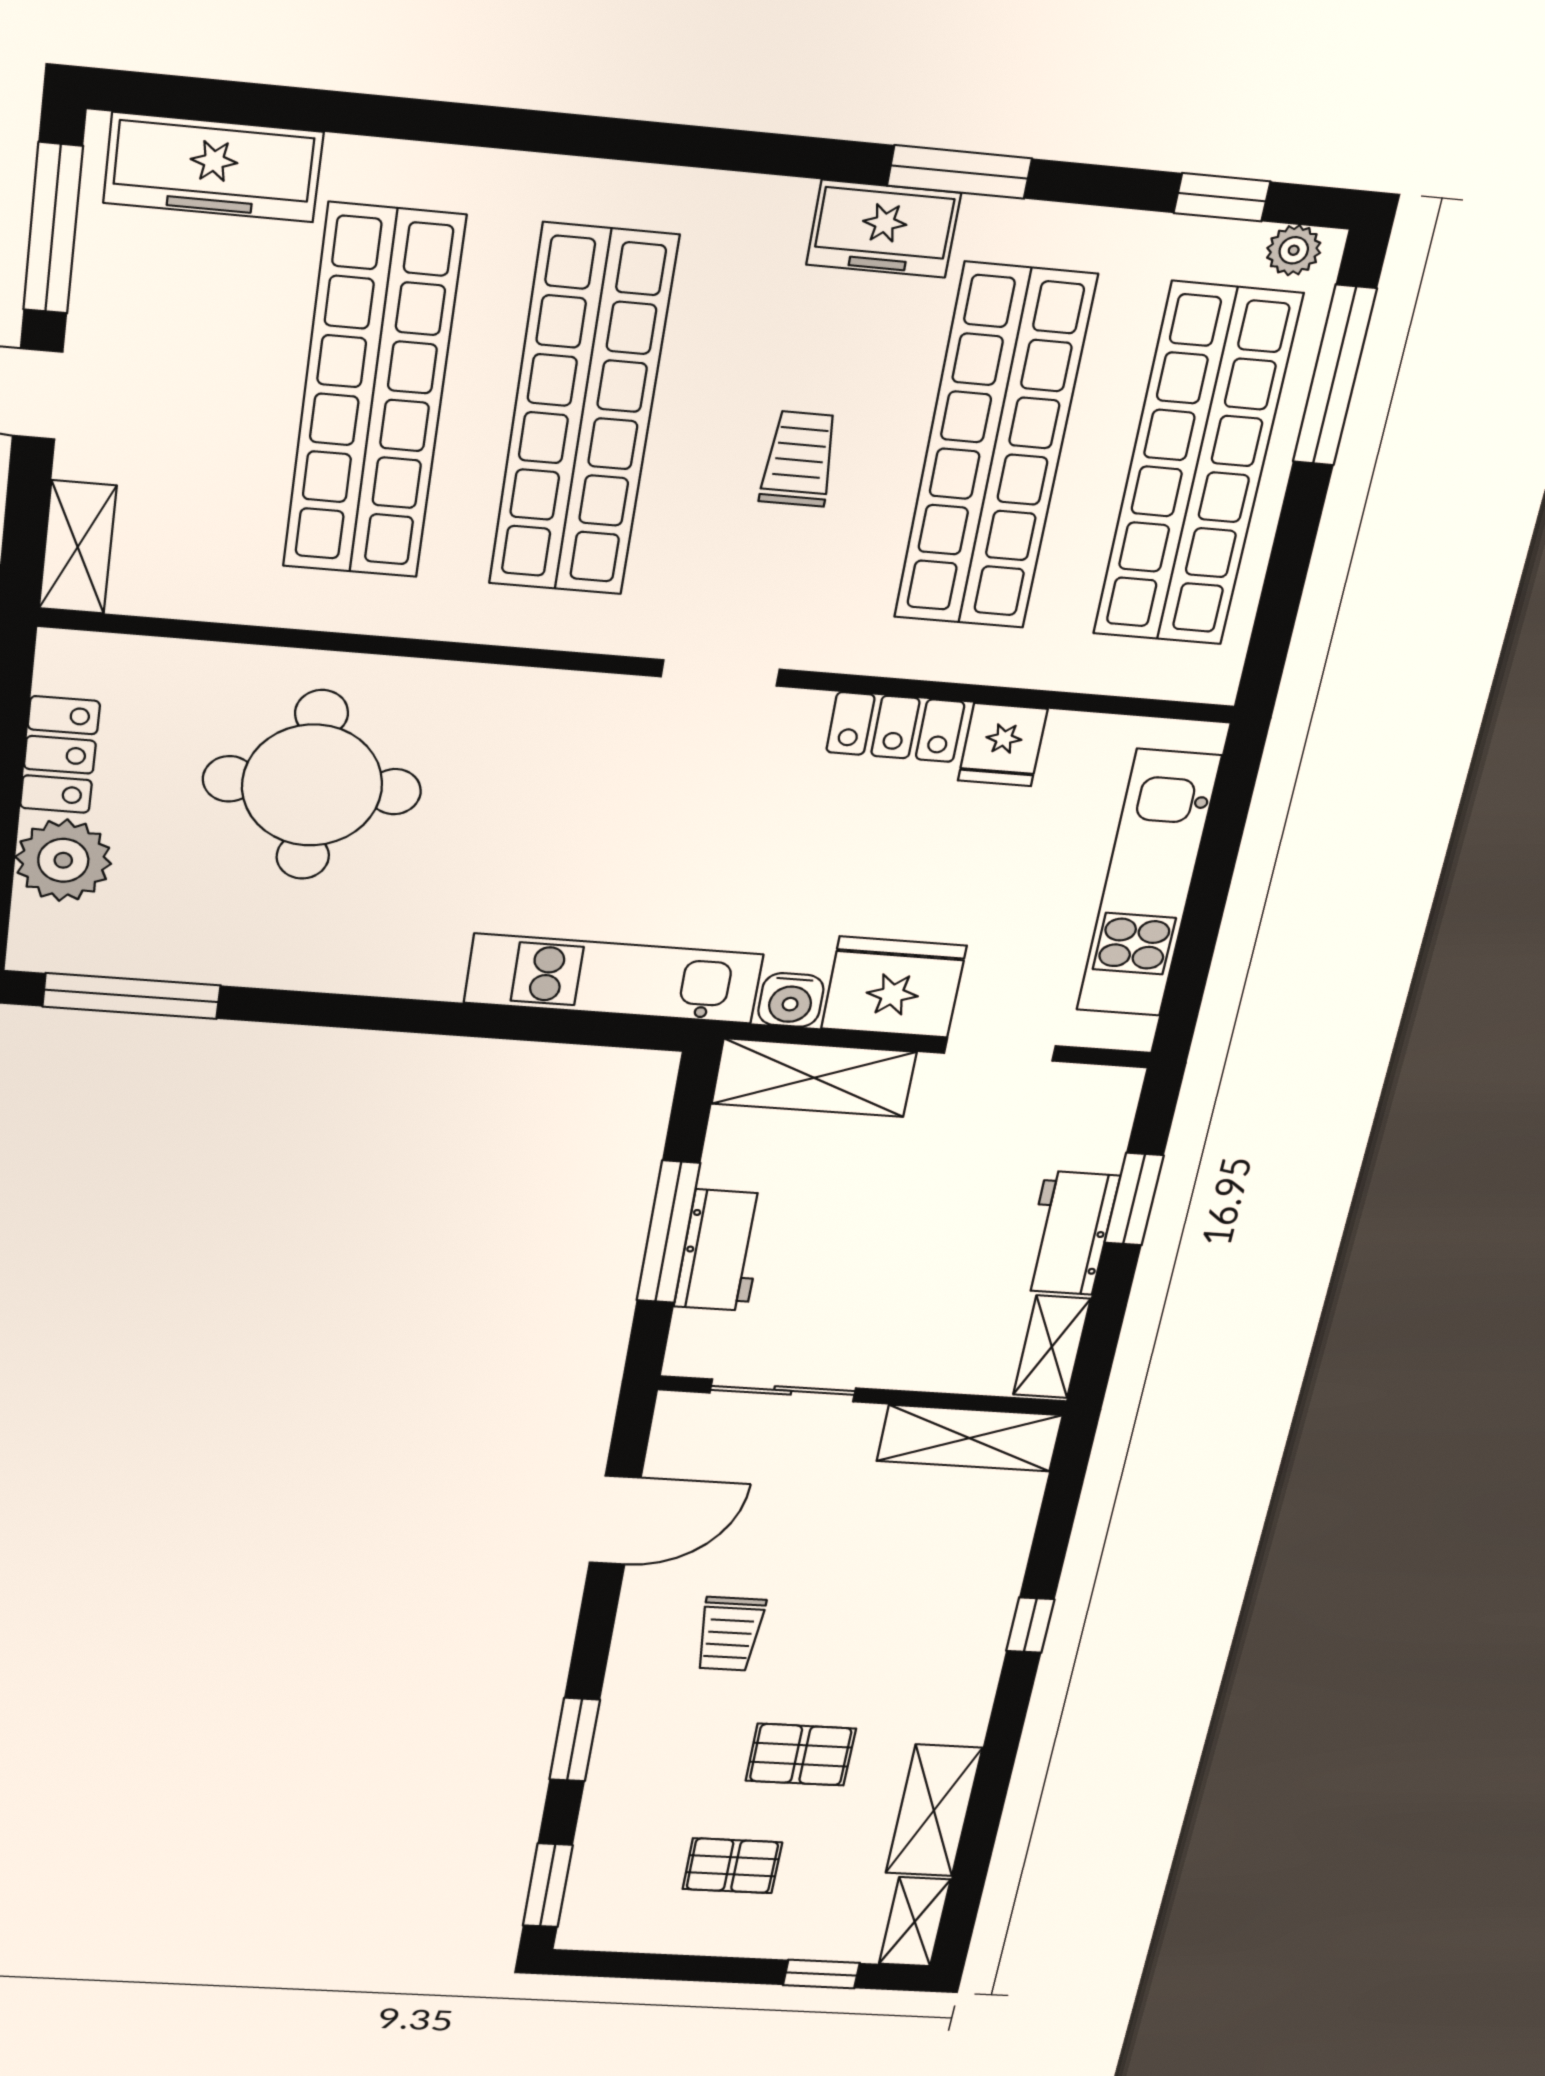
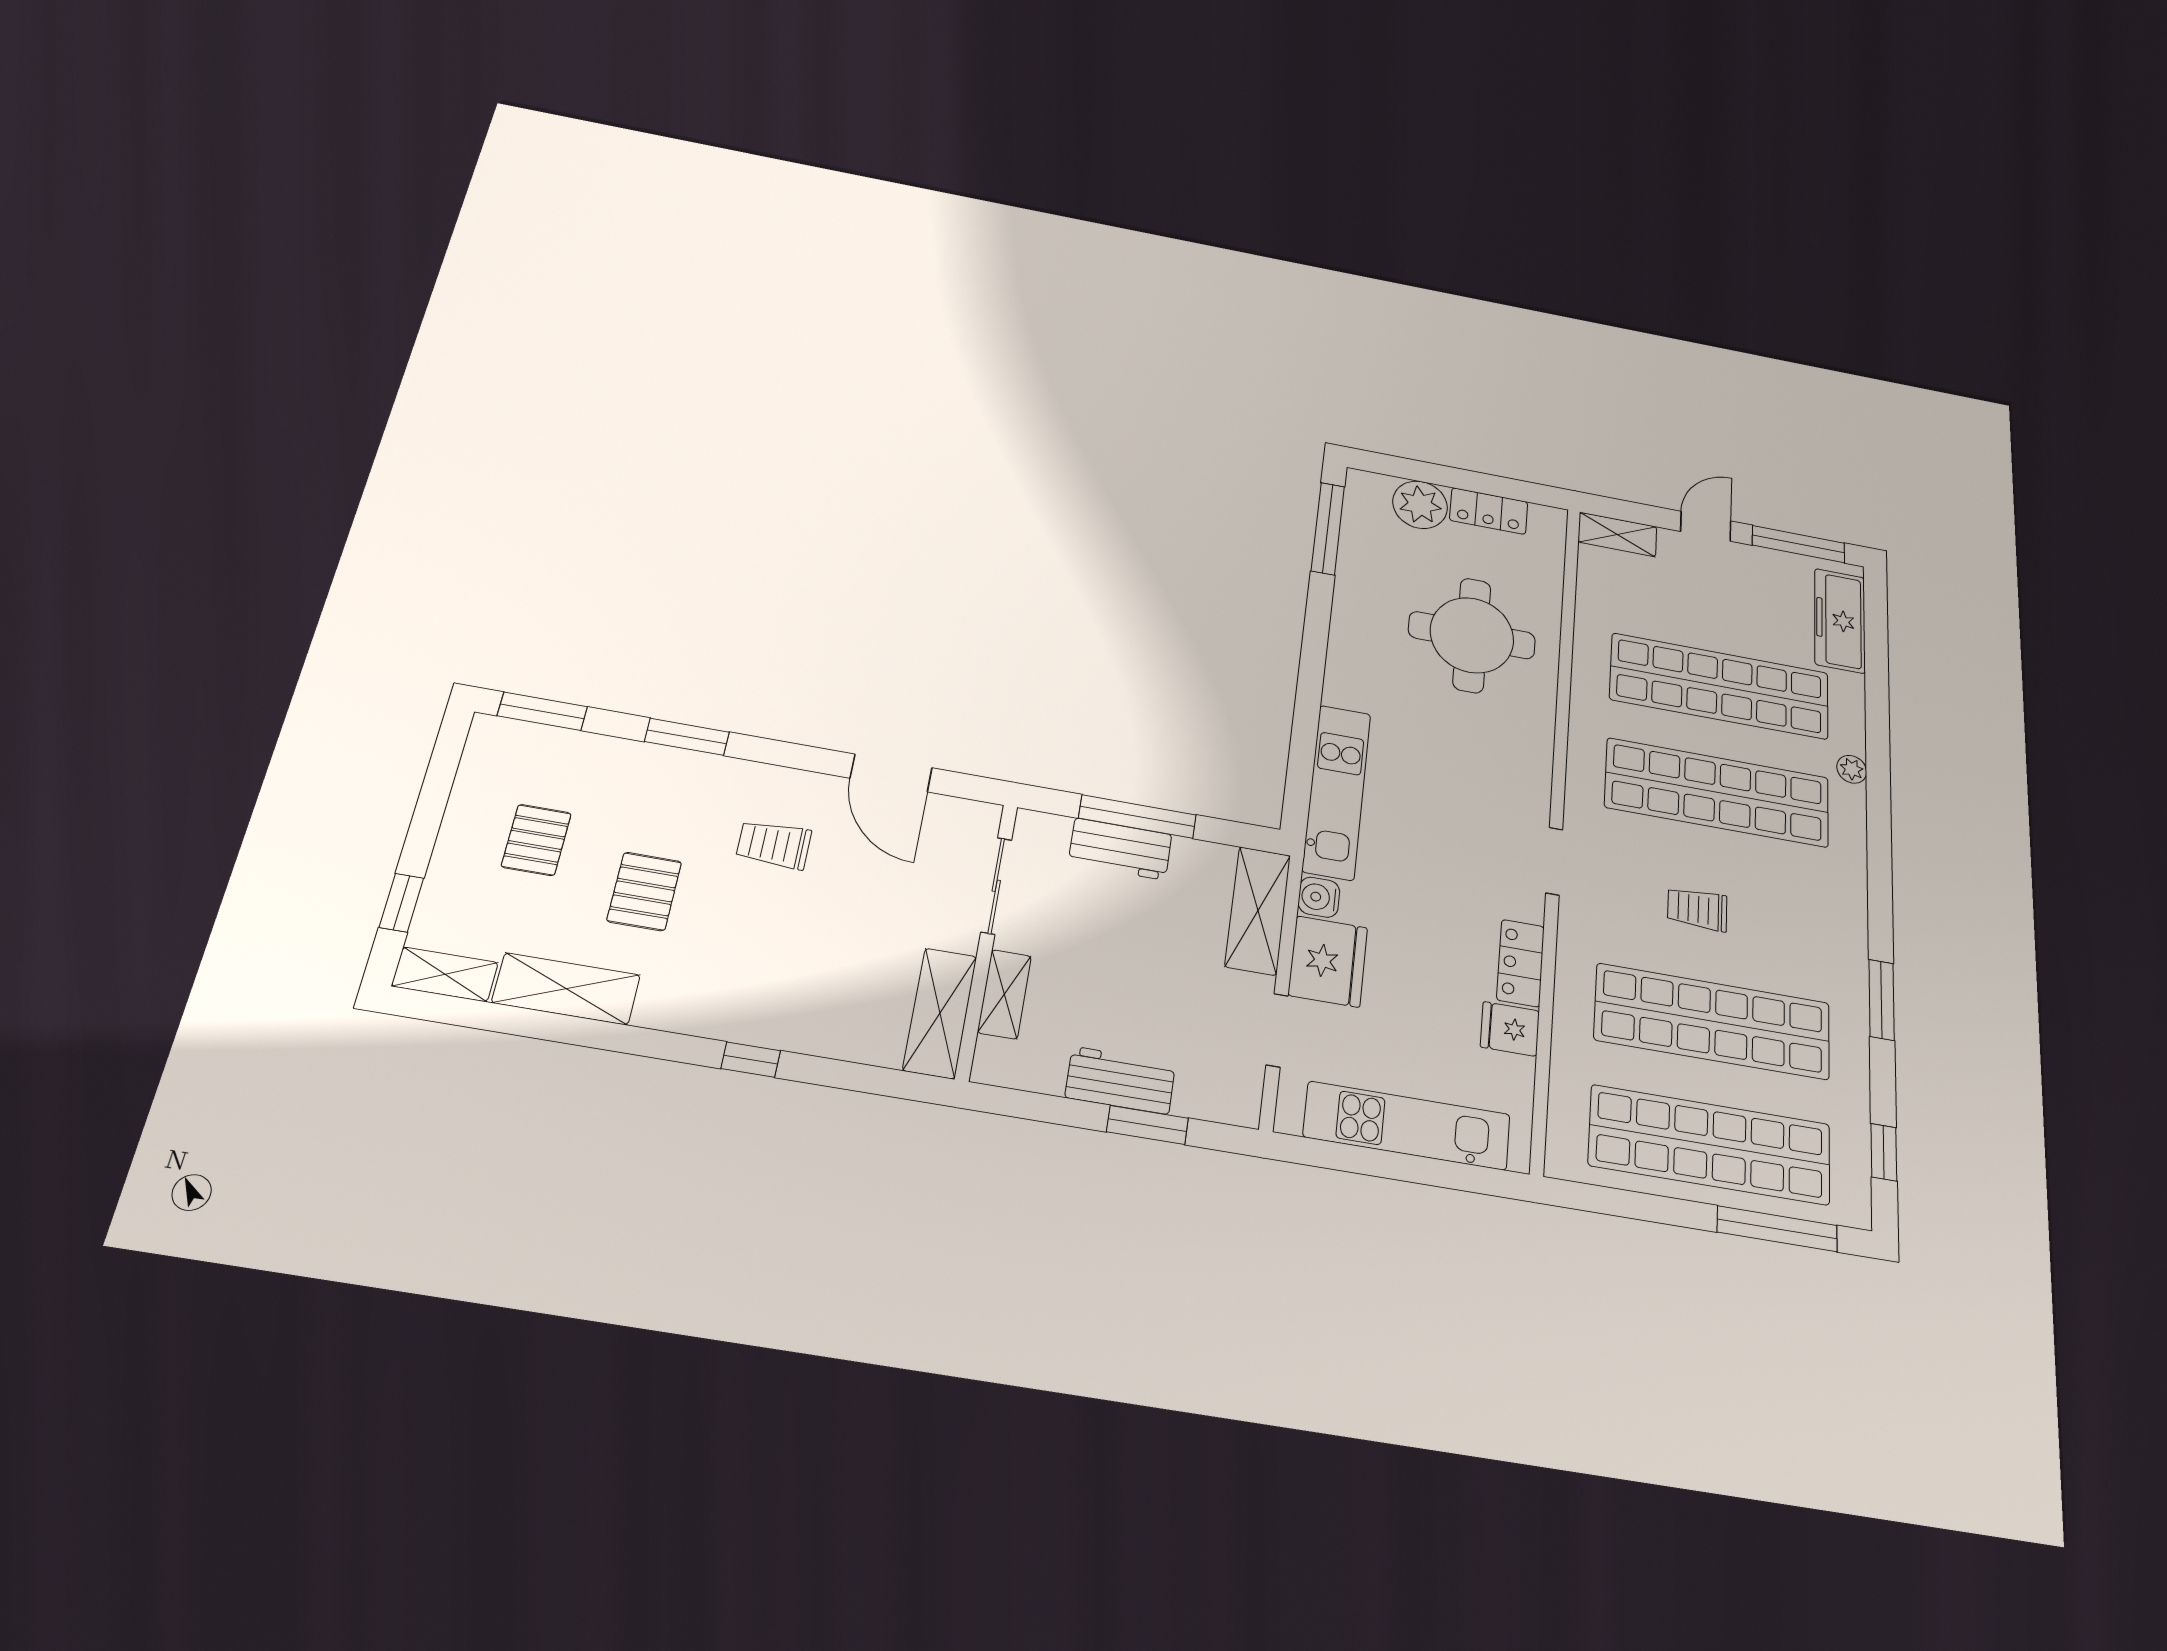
freezer: (884, 229) -> (1843, 958), removed
plant: (1294, 250) -> (1852, 769), moved
trolley: (799, 459) -> (1697, 909), turned 180
shelving: (1052, 1347) -> (1004, 994), moved, turned 90

